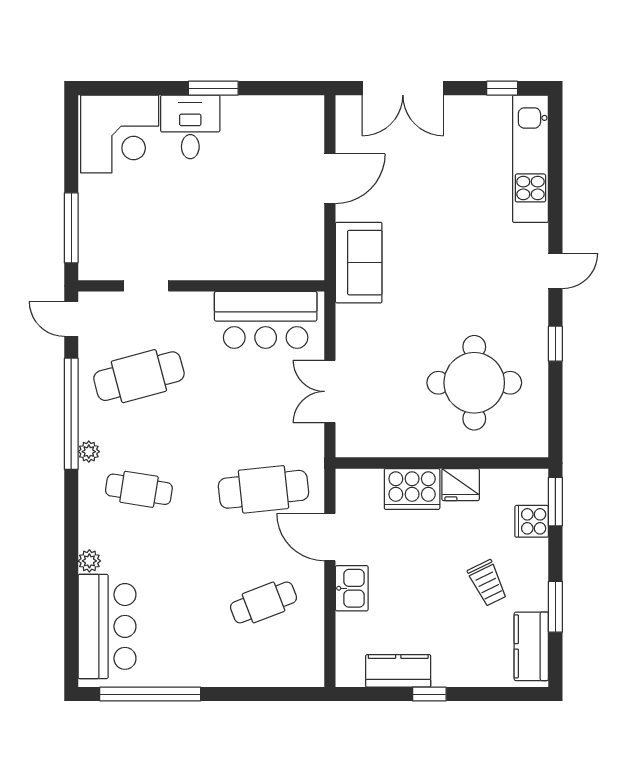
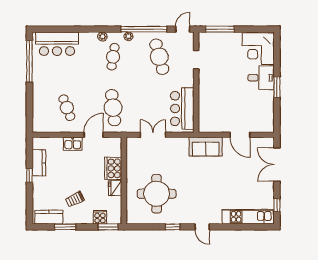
plant: (89, 561) -> (102, 37), moved

